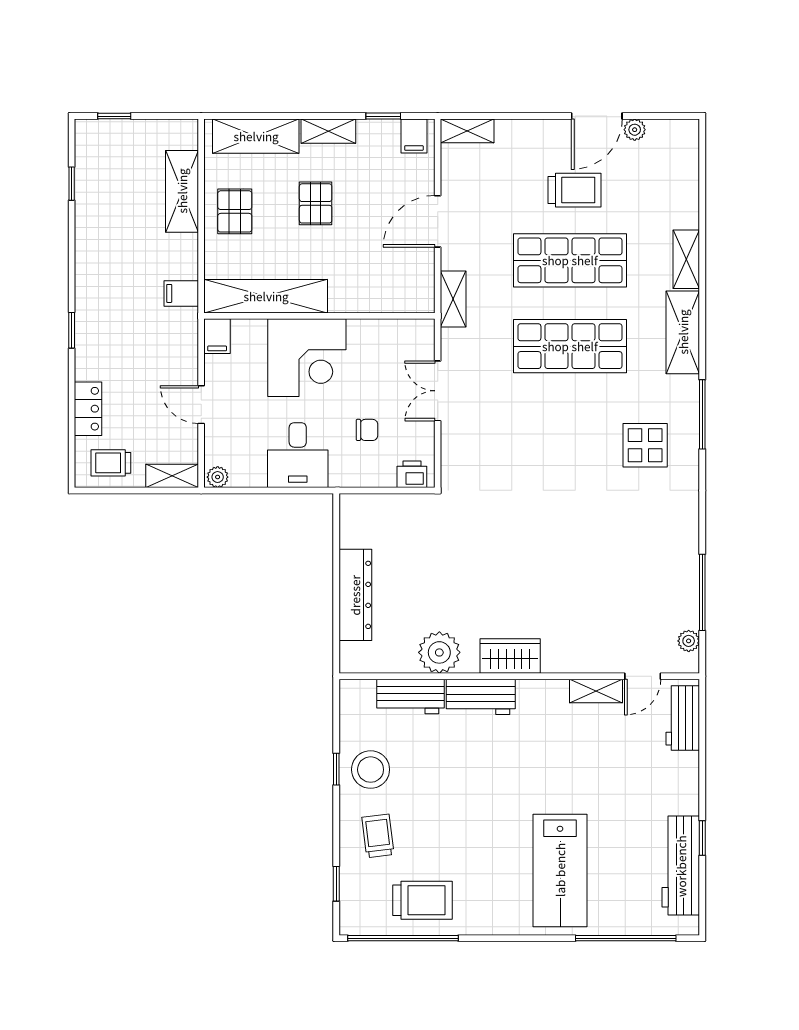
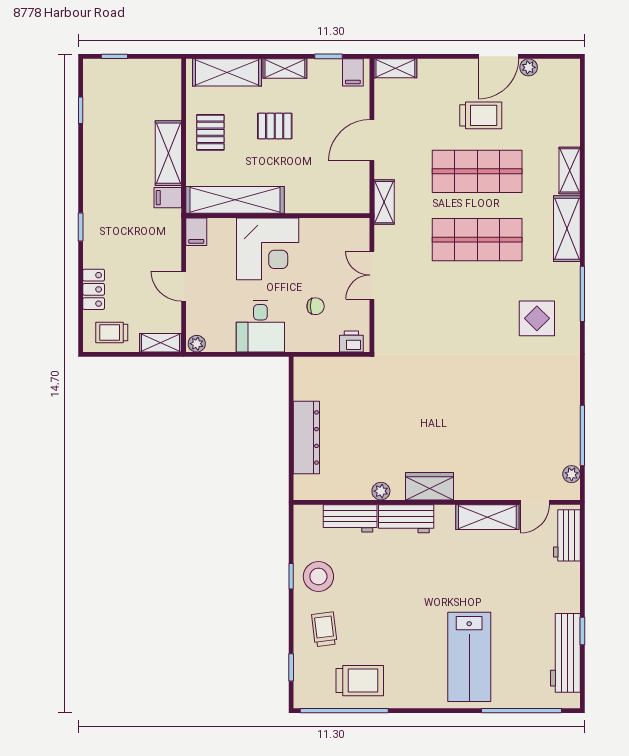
shelving: (182, 191) -> (168, 153), moved
pallet: (316, 203) -> (275, 126), turned 90
plant: (439, 652) -> (381, 491), width x0.53, depth x0.53
shelving: (596, 691) -> (487, 517), width x1.50, depth x1.33

